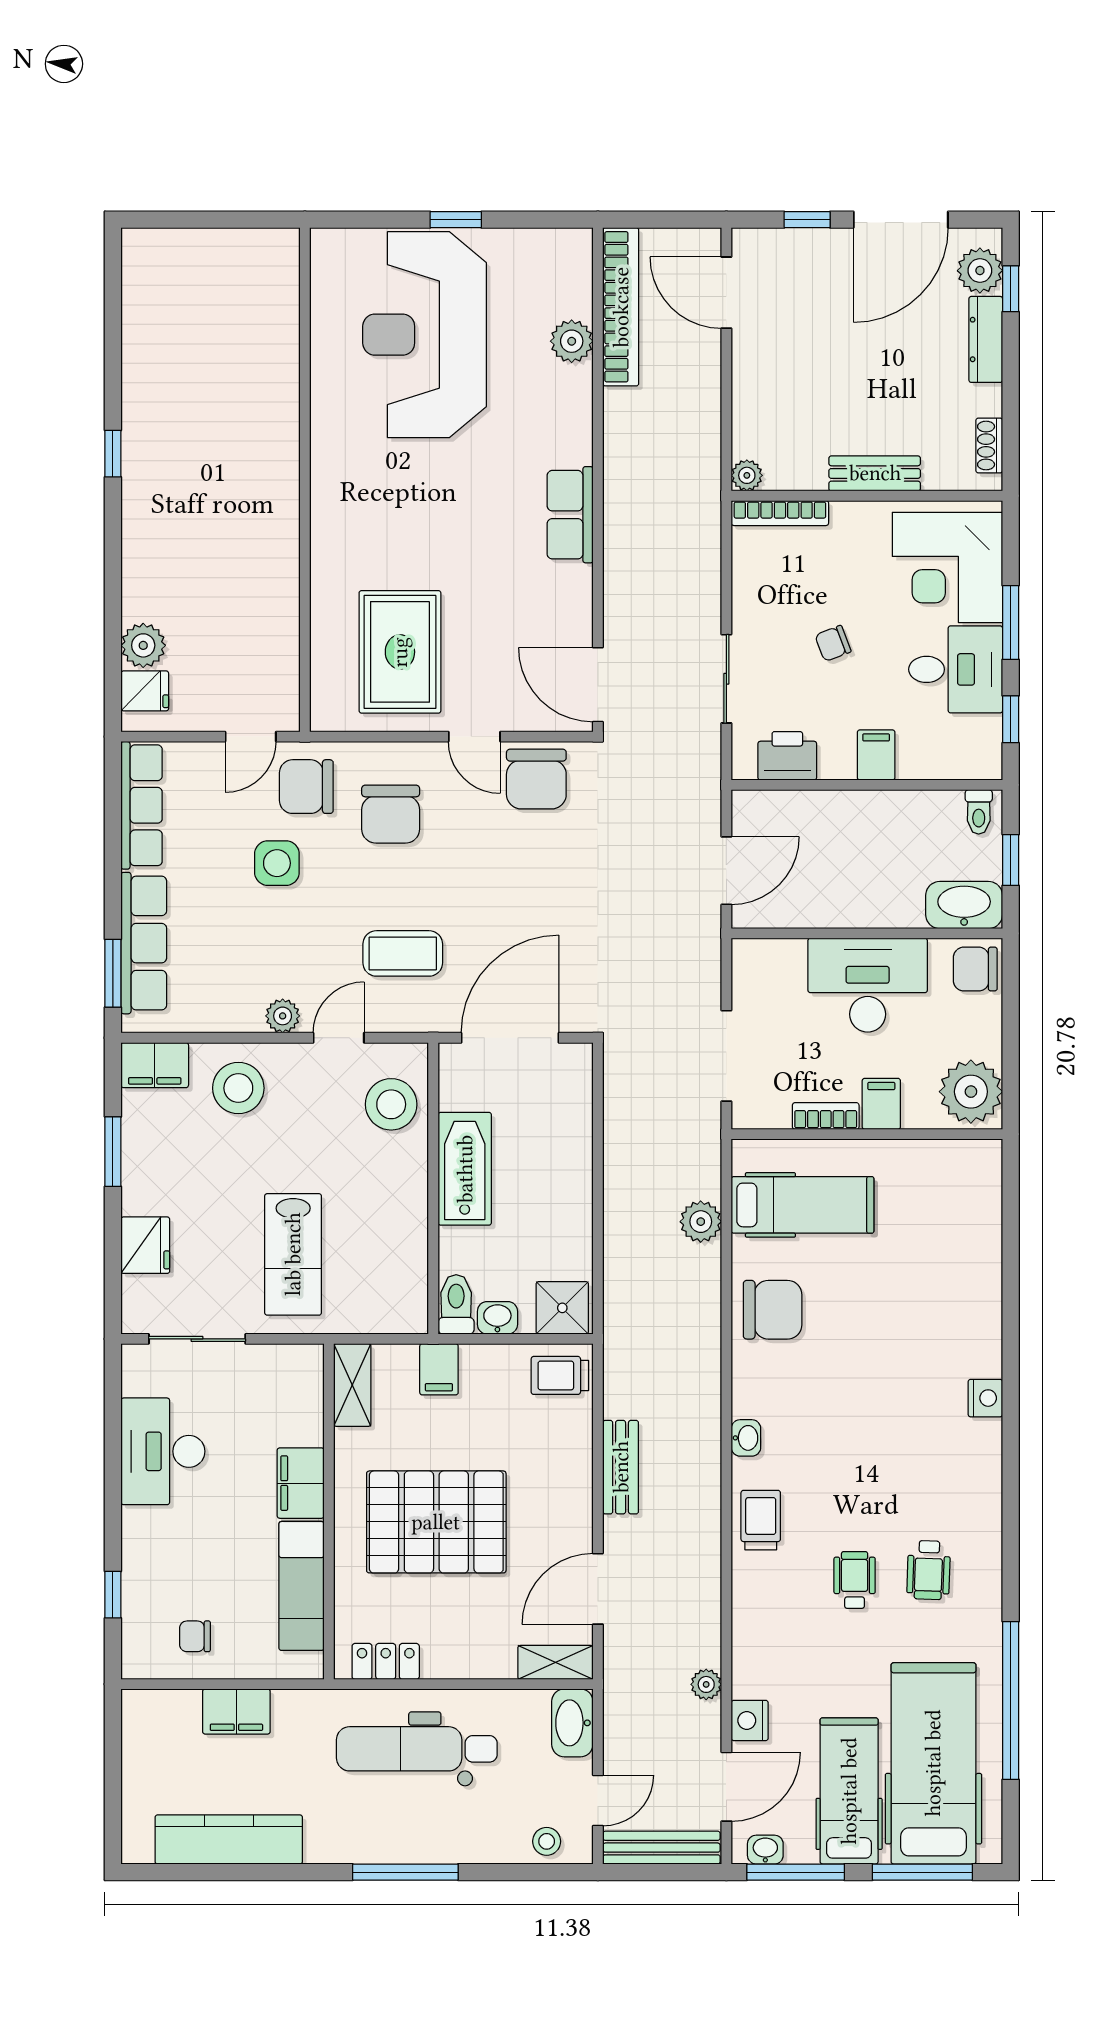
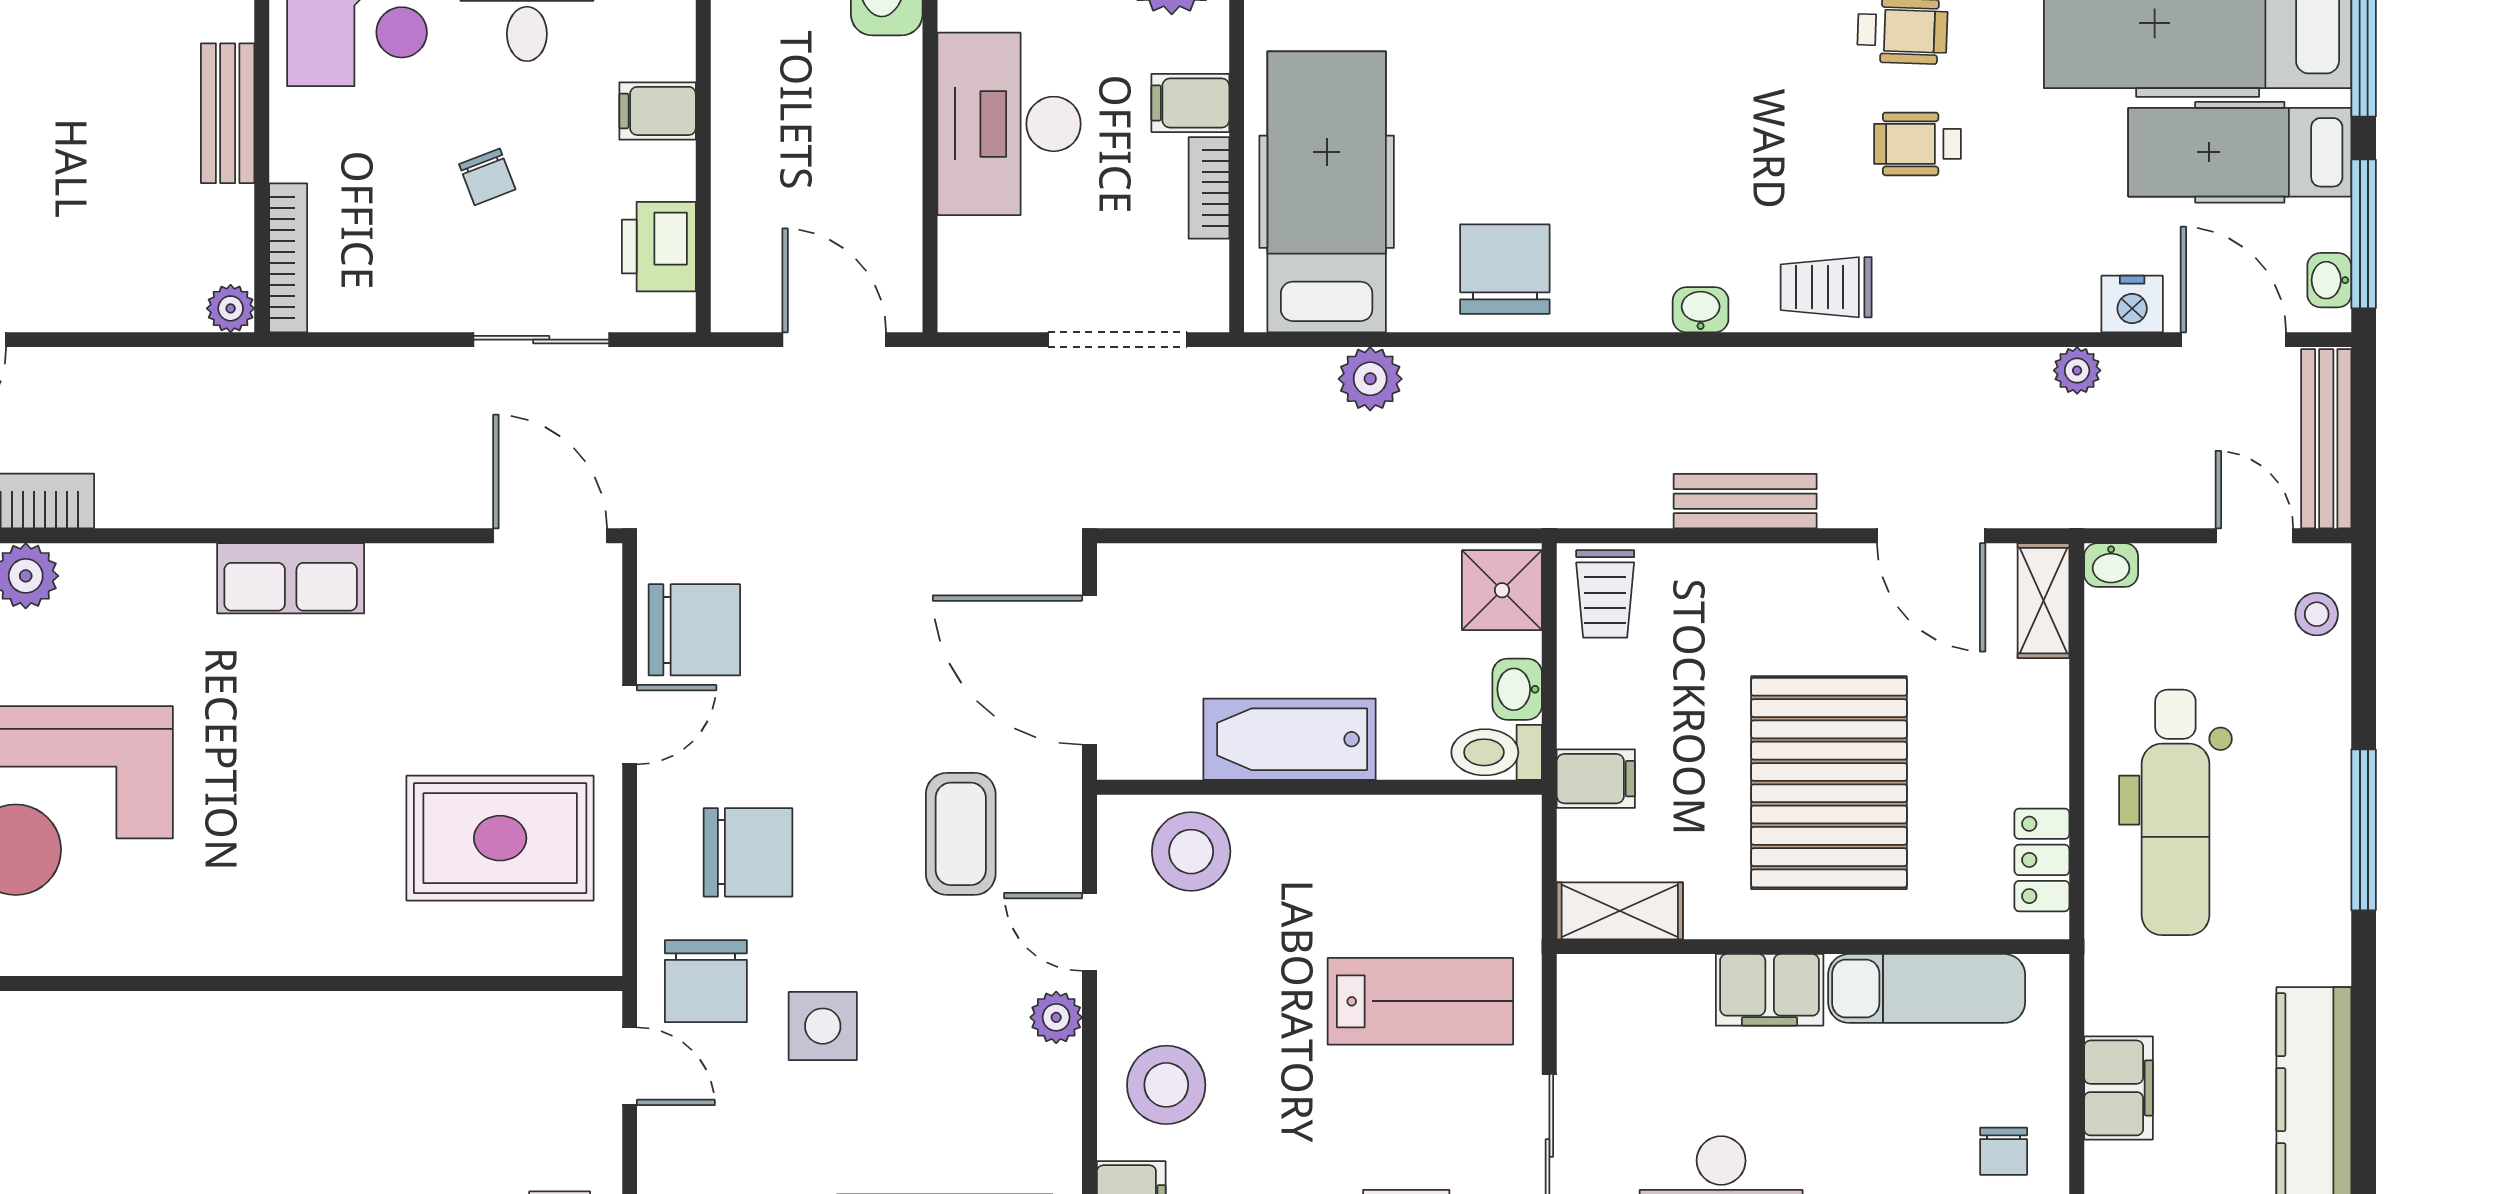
door: (598, 685) -> (550, 536), swing flipped
hospital bed: (802, 1205) -> (1327, 192), width x1.37, depth x1.29
washbasin: (572, 1723) -> (2111, 565), width x0.52, depth x0.69

